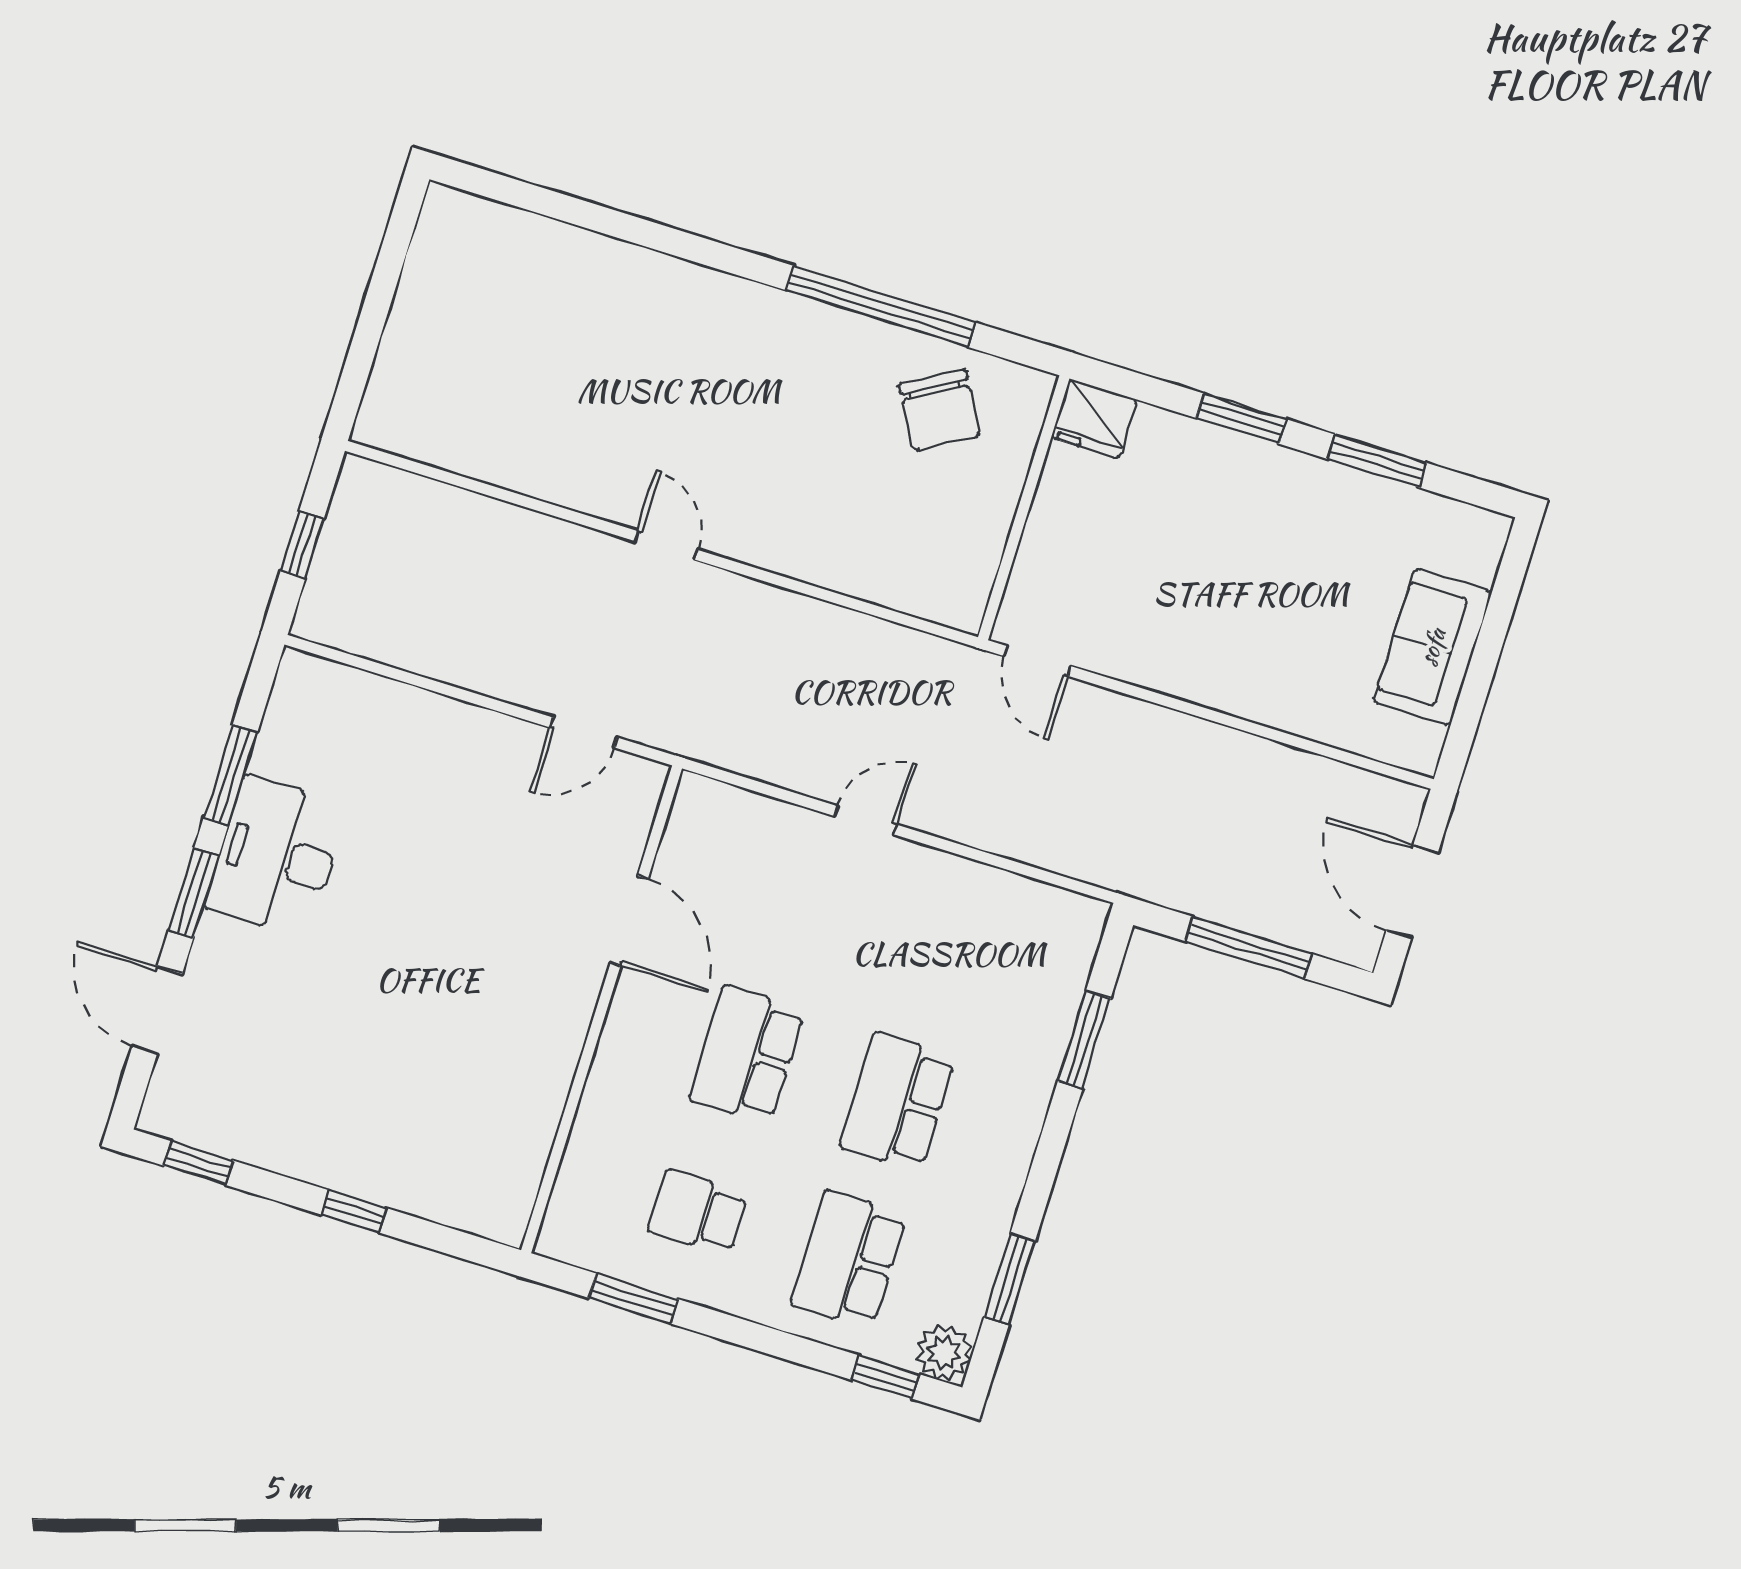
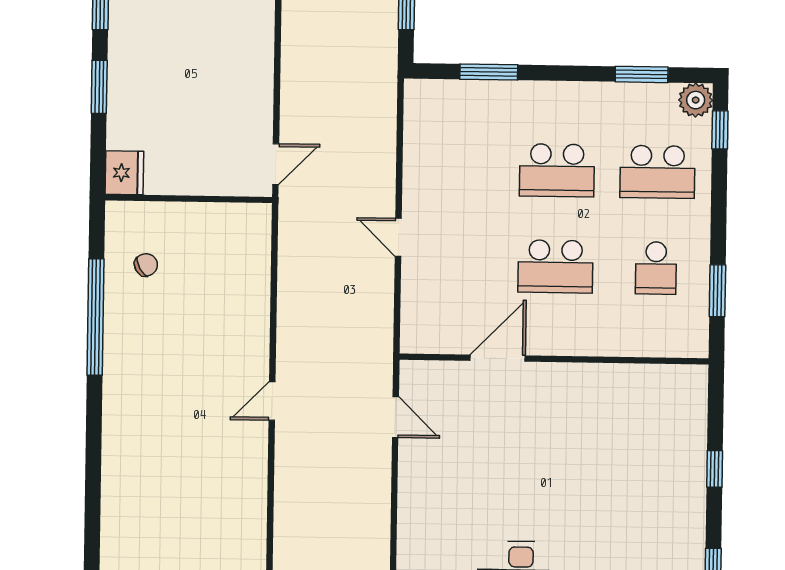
chair: (939, 410) -> (146, 265), width x0.54, depth x0.54

